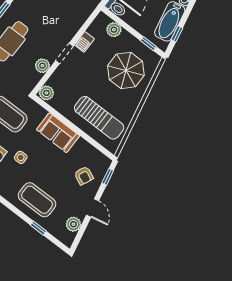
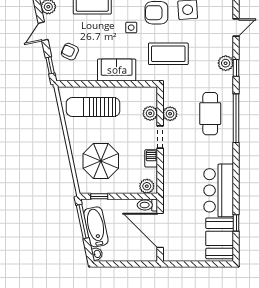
plant: (114, 30) -> (147, 186), moved
window: (177, 34) -> (83, 221), width x2.17
plant: (46, 93) -> (150, 113), moved
door: (93, 208) -> (43, 31), hinge flipped

